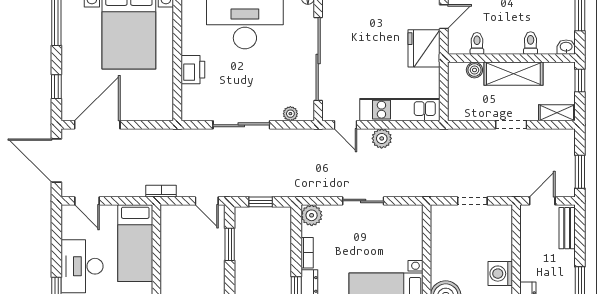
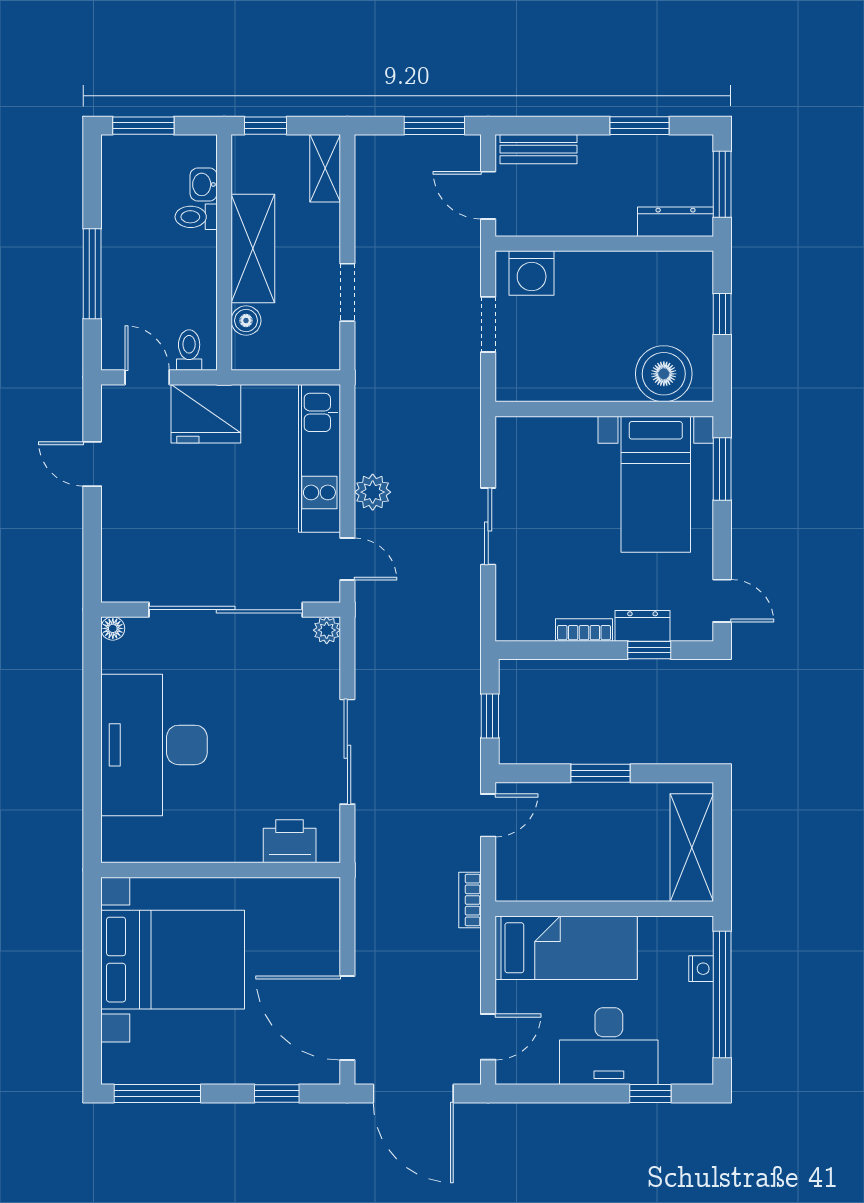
toilet: (477, 43) -> (189, 350), moved, turned 90
washbasin: (566, 47) -> (204, 184), moved
printer: (193, 70) -> (290, 841), moved
plant: (290, 114) -> (327, 630), moved
door: (345, 125) -> (347, 559), hinge flipped
doorway: (511, 125) -> (347, 292), moved
door: (56, 160) -> (413, 1094), hinge flipped
plant: (312, 215) -> (515, 622), removed
window: (230, 244) -> (601, 773), moved
washing machine: (500, 274) -> (532, 273), moved

